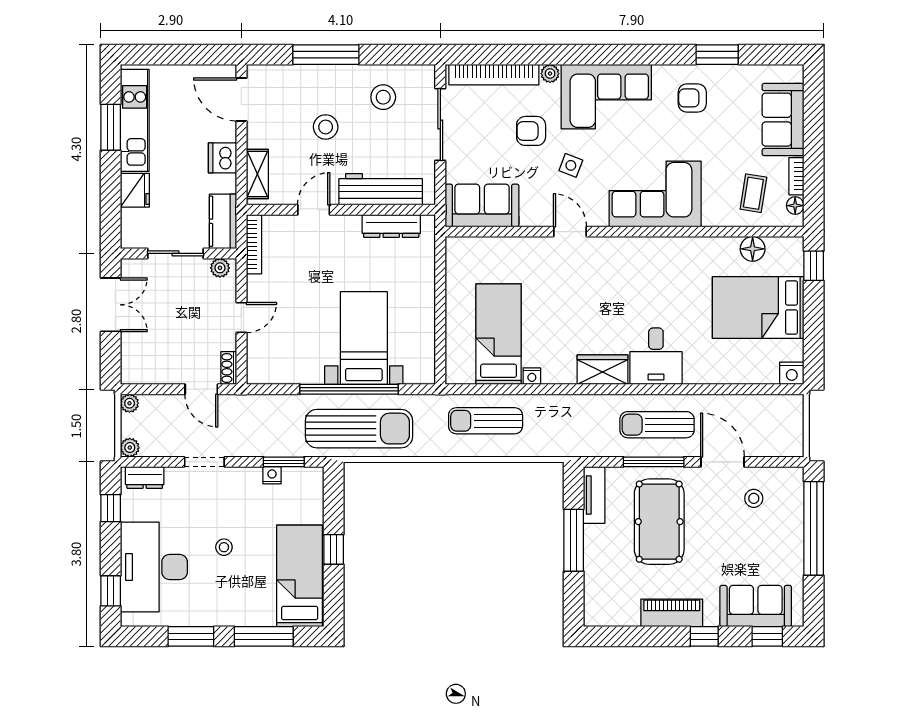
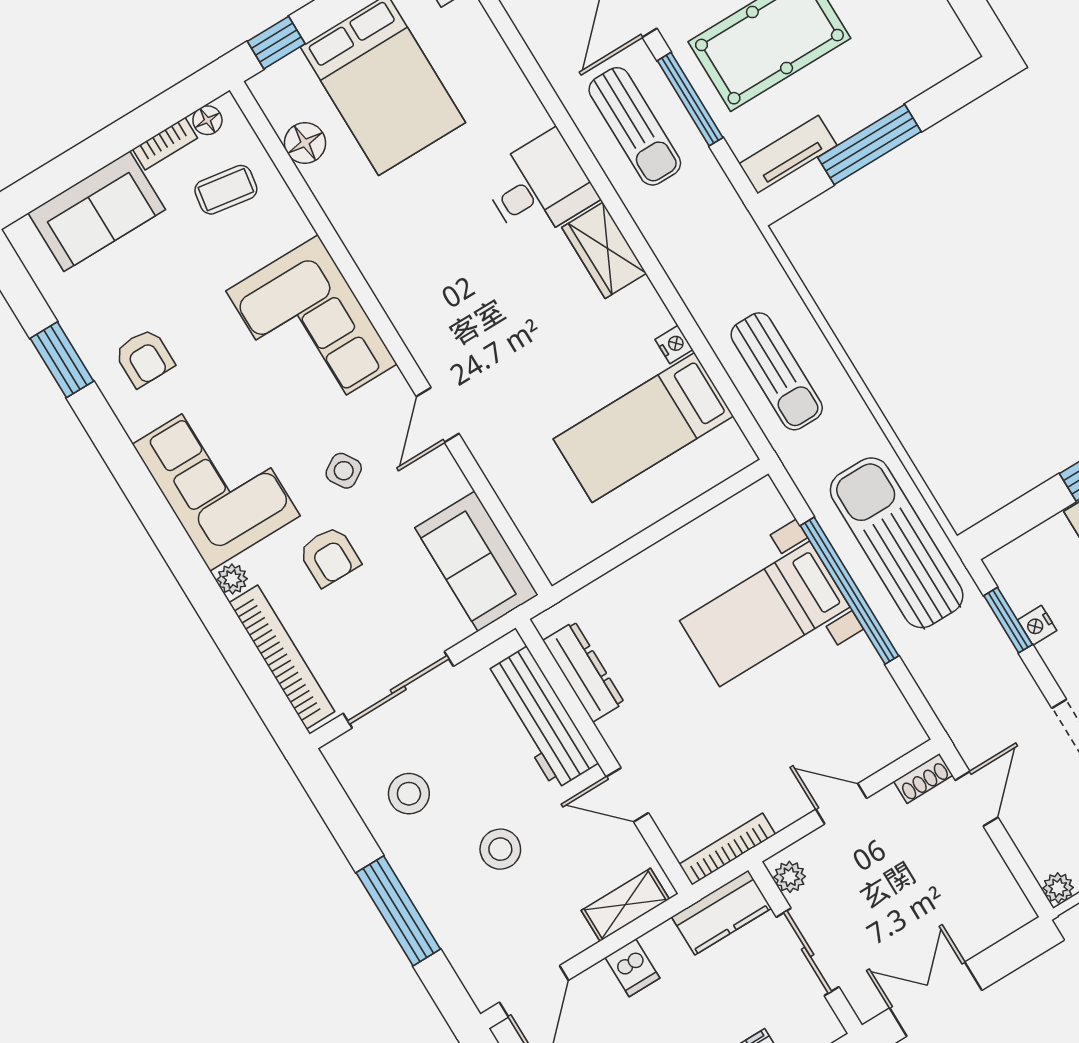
dishwasher: (223, 158) -> (632, 968), width x0.73
side table: (571, 165) -> (344, 471), turned 37

